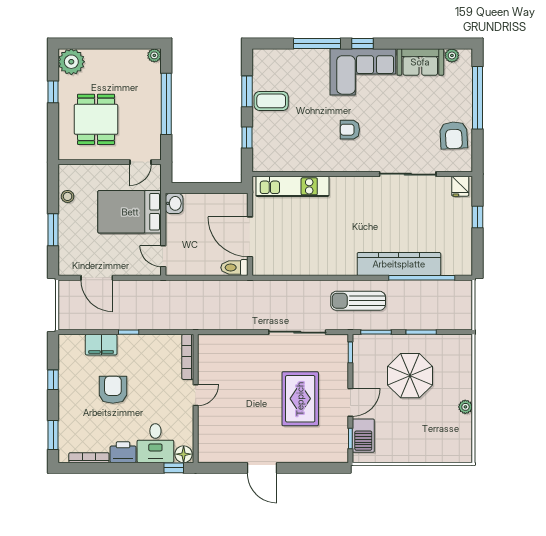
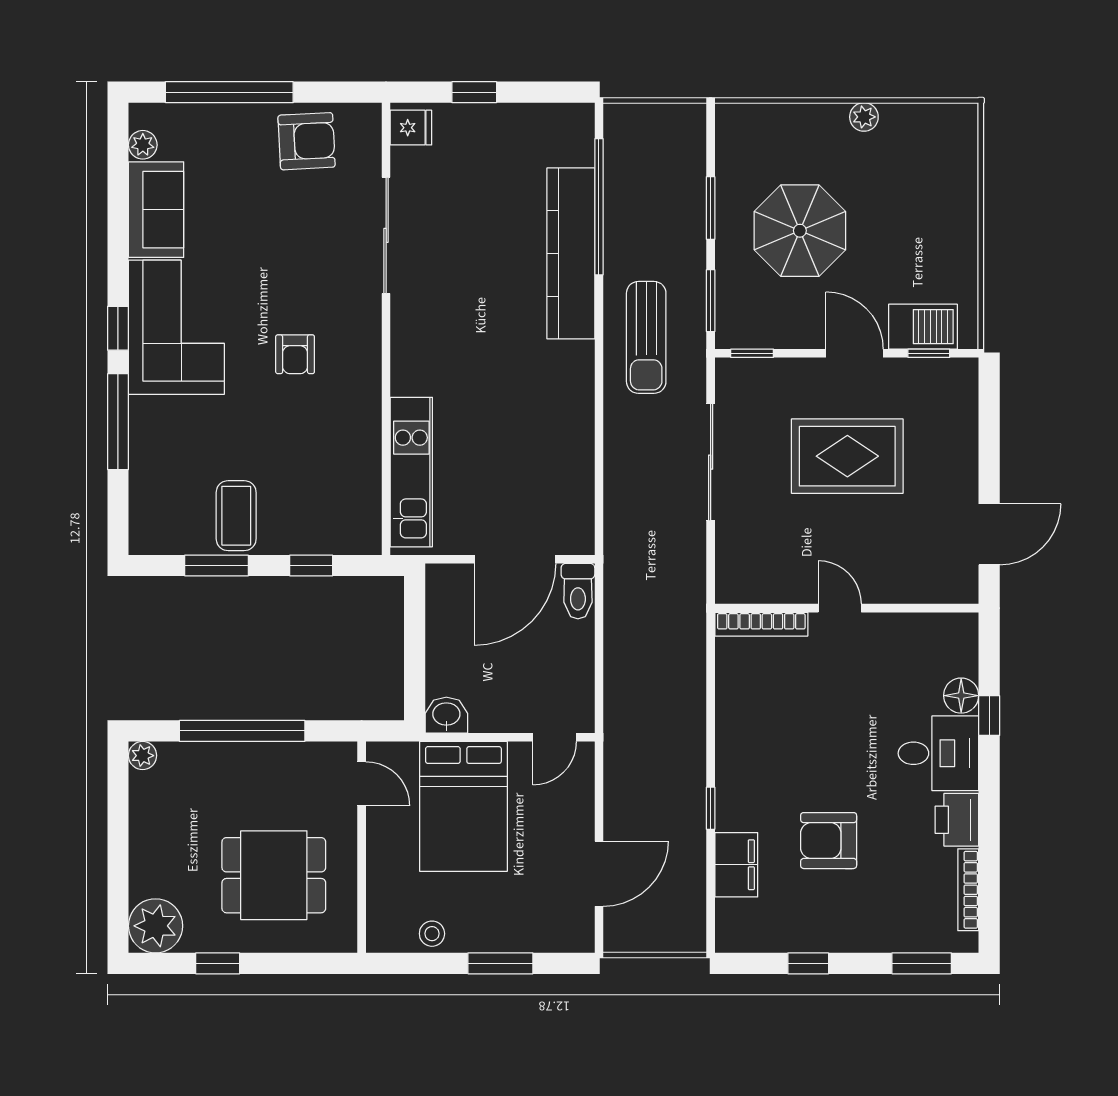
bookcase: (188, 357) -> (761, 624), moved
door: (196, 395) -> (840, 608), moved
wall: (196, 399) -> (847, 608), moved

